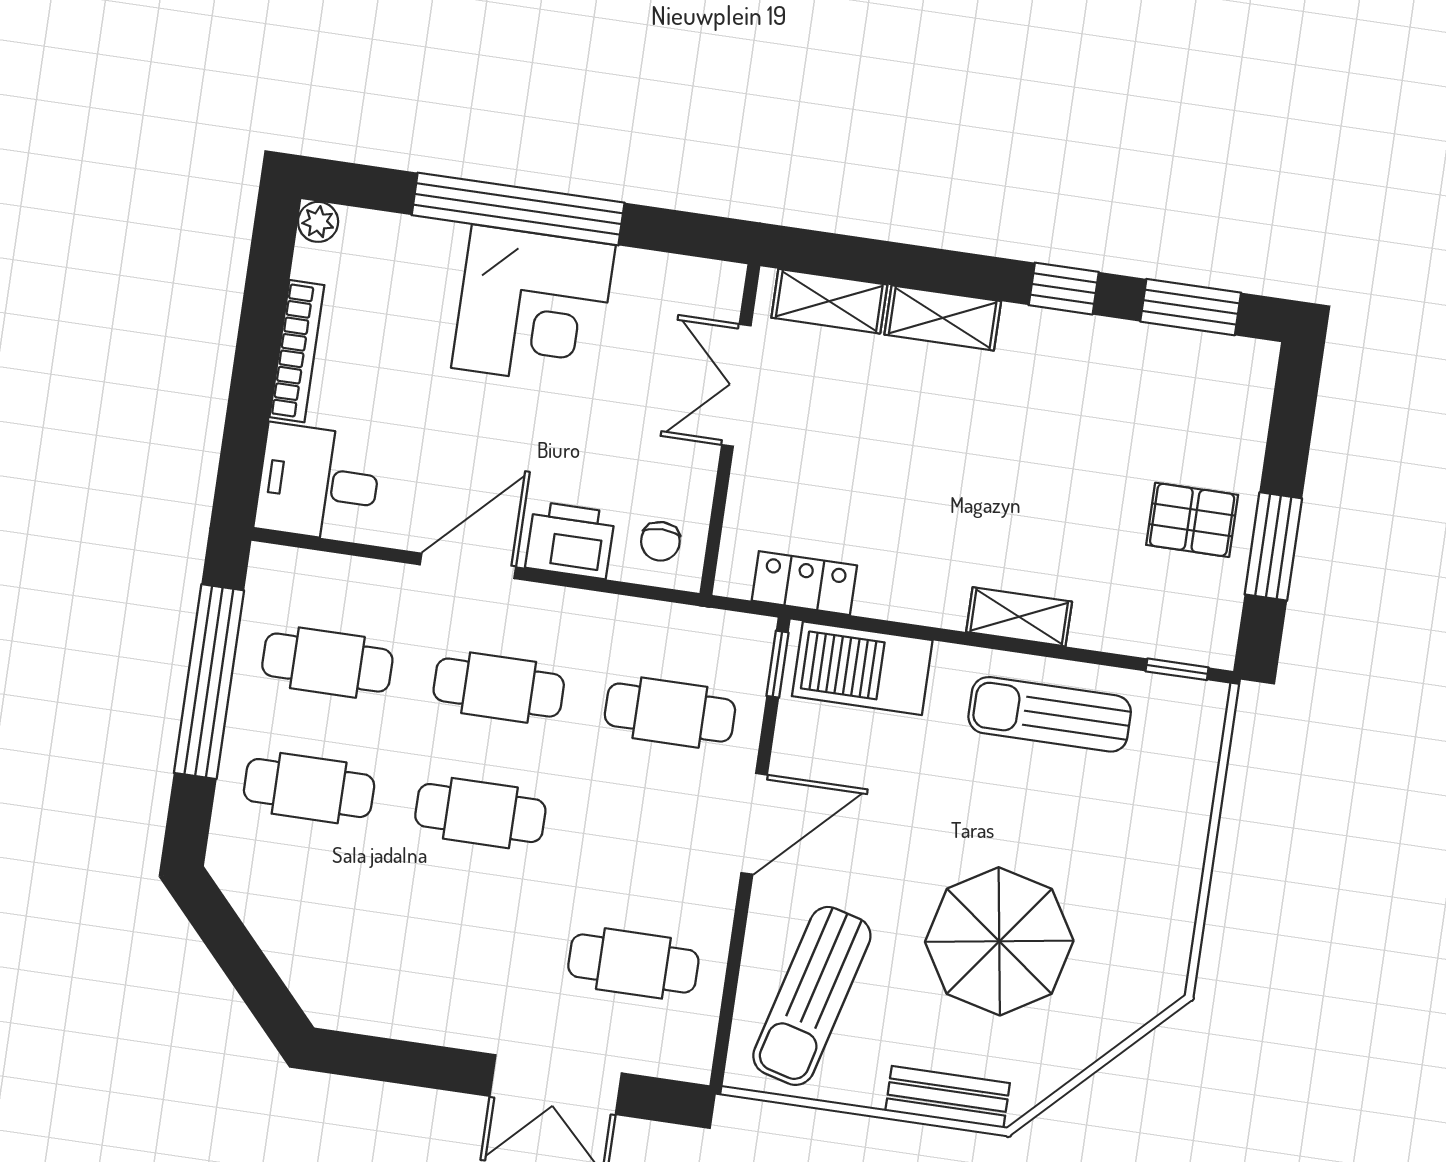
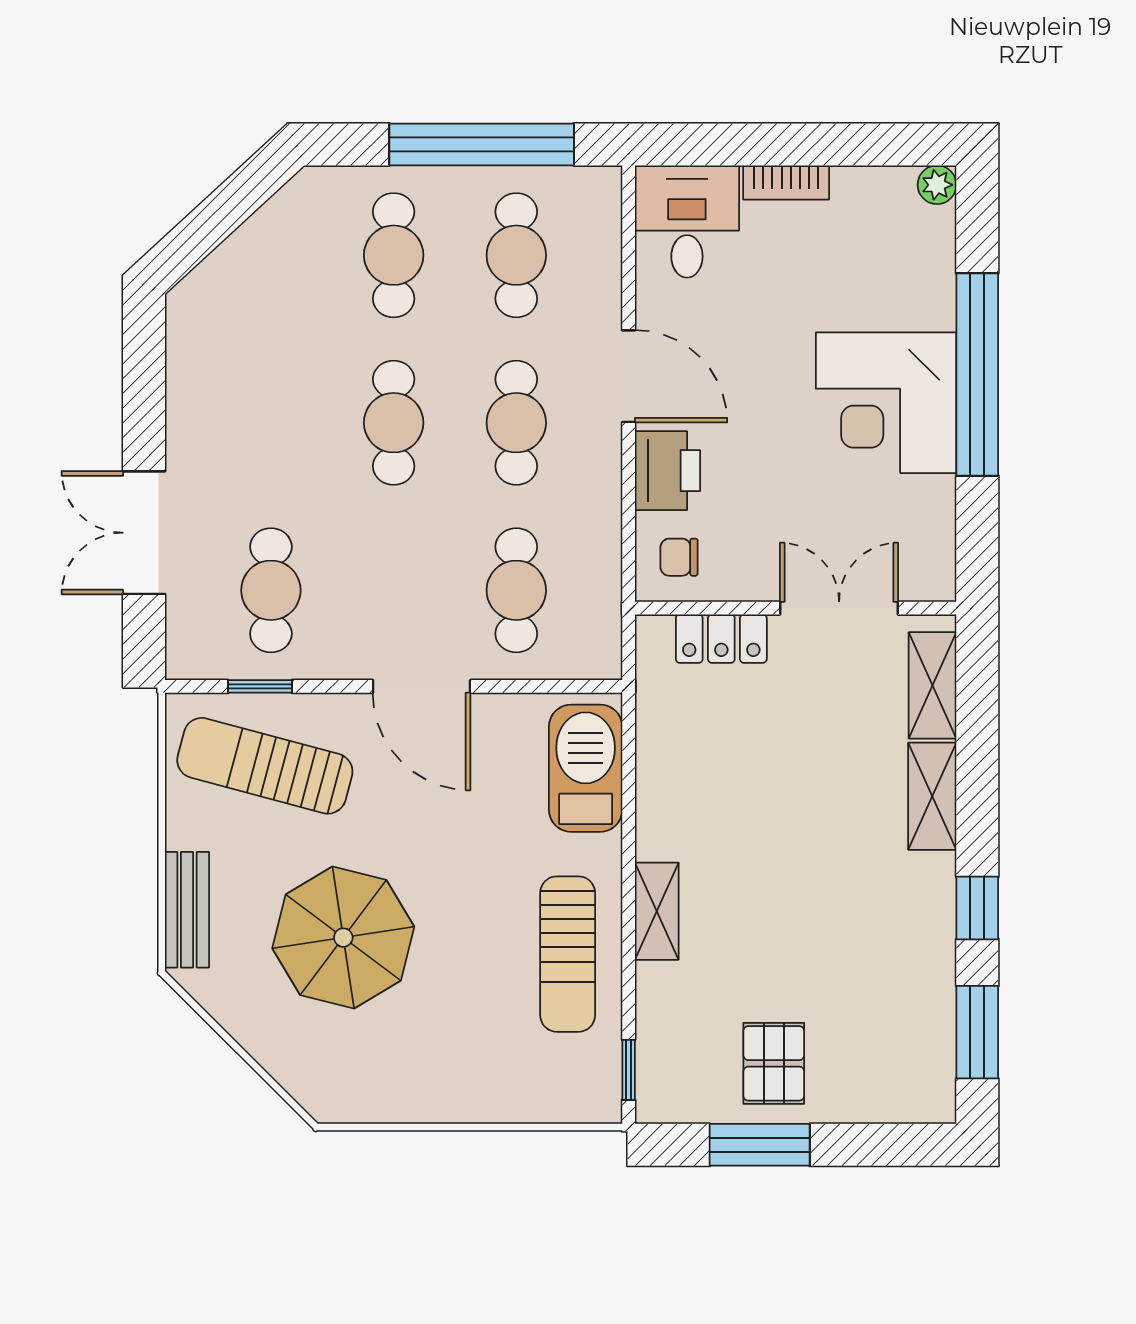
bookcase: (297, 351) -> (786, 183), width x0.64
locker: (804, 583) -> (721, 639), moved, turned 90
window: (777, 664) -> (260, 686), moved
sun lounger: (1050, 714) -> (568, 954), turned 180

